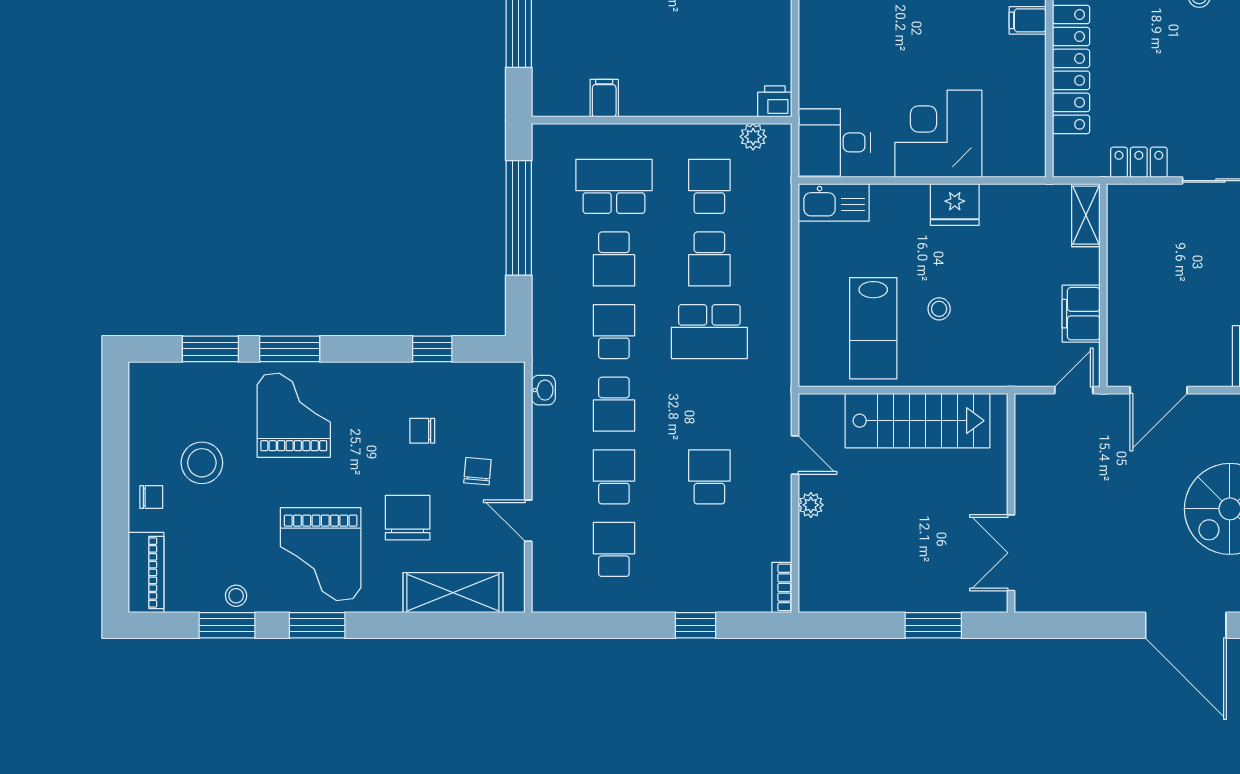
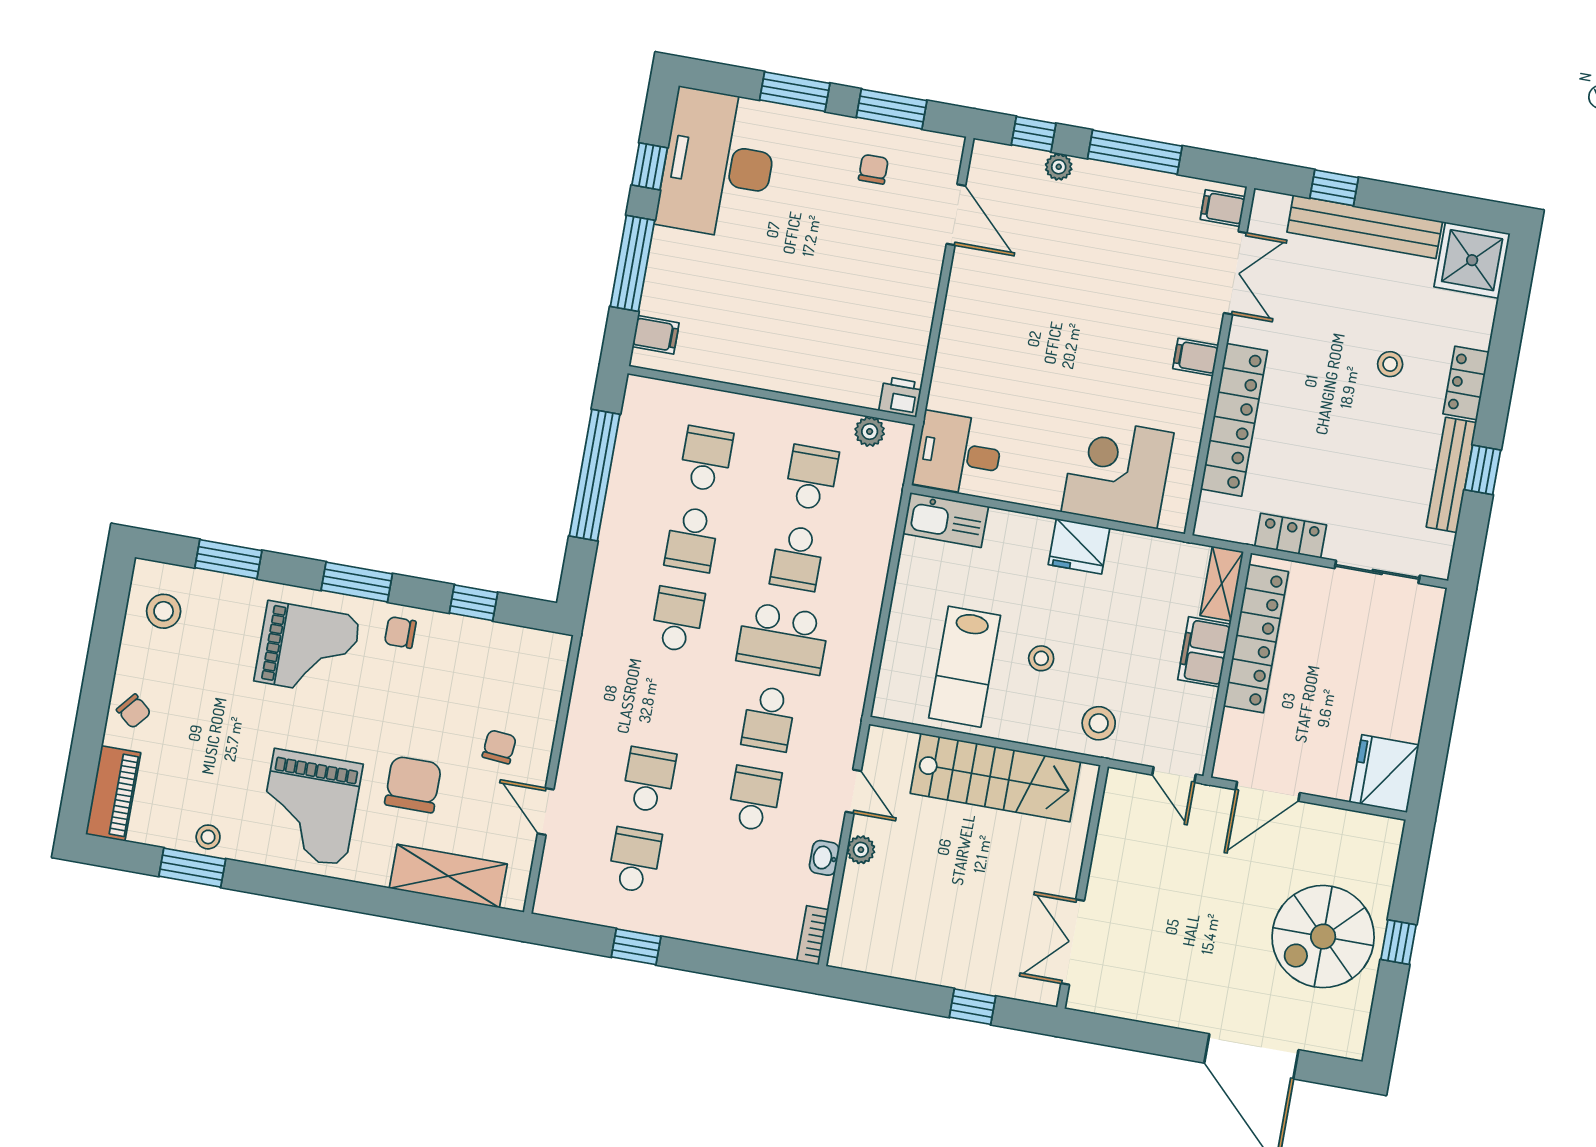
filing cabinet: (604, 98) -> (656, 335), moved, turned 90
corner desk: (938, 134) -> (1117, 472), moved
school desk: (614, 186) -> (706, 459), width x0.54
locker: (1124, 258) -> (1256, 639), added
filing cabinet: (1081, 314) -> (1204, 652), moved
window: (290, 349) -> (357, 582), moved
stool: (1000, 357) -> (1099, 723), added
washbasin: (543, 390) -> (824, 858), moved, turned 180
door: (1074, 390) -> (1174, 775), swing flipped
school desk: (614, 404) -> (769, 718), moved
grand piano: (294, 415) -> (307, 649), turned 90
chair: (422, 431) -> (400, 632), moved
stool: (202, 463) -> (164, 611), moved, width x0.73, depth x0.73
chair: (151, 497) -> (134, 711), turned 40
window: (317, 625) -> (292, 885), removed
window: (695, 625) -> (636, 947), moved
window: (933, 625) -> (972, 1007), width x0.67

